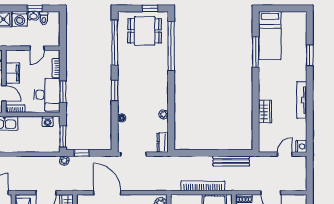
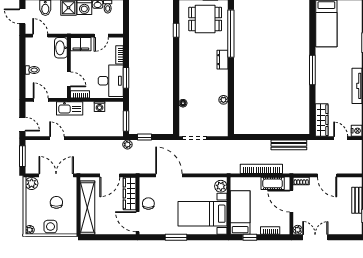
window: (115, 42) -> (176, 30), width x0.32
window: (256, 52) -> (312, 70), moved
filing cabinet: (13, 73) -> (81, 44), moved, turned 90
window: (115, 90) -> (176, 77), removed
wardrobe: (265, 112) -> (322, 120), moved, width x1.50
washing machine: (48, 121) -> (100, 107), moved
dresser: (163, 142) -> (223, 60), moved
door: (285, 154) -> (341, 138), hinge flipped

